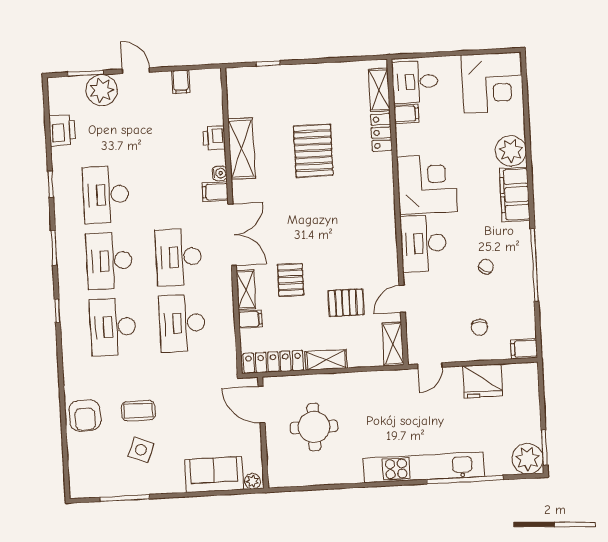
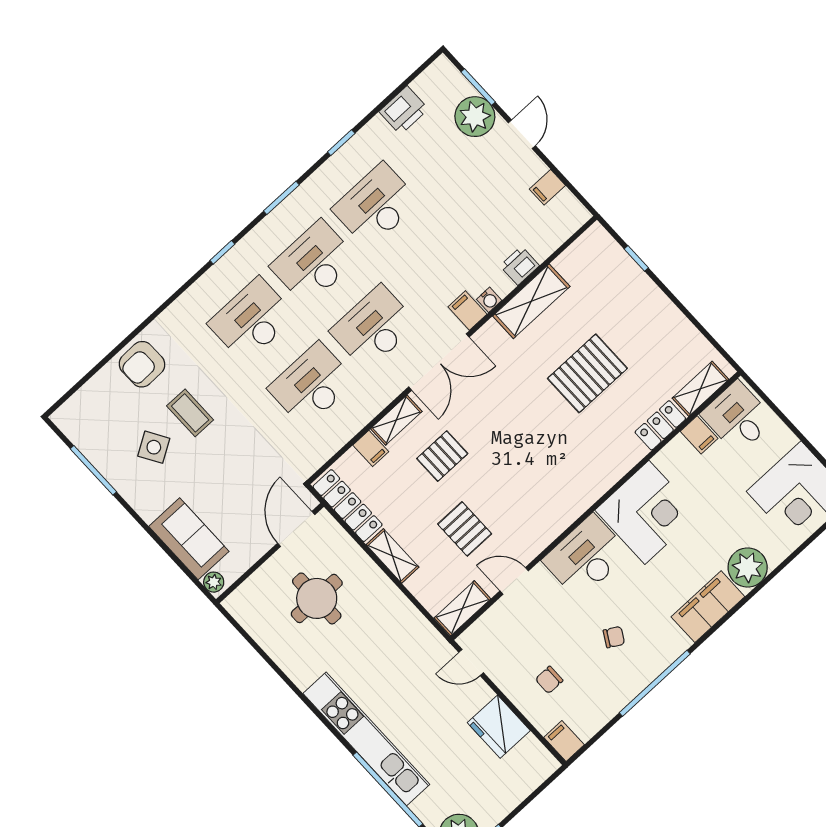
side table: (141, 450) -> (154, 447), turned 37

